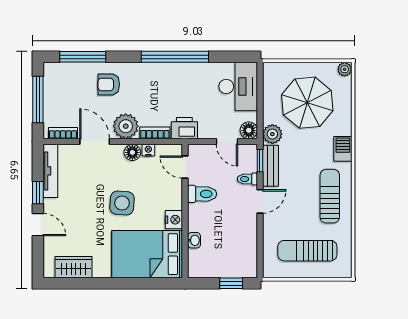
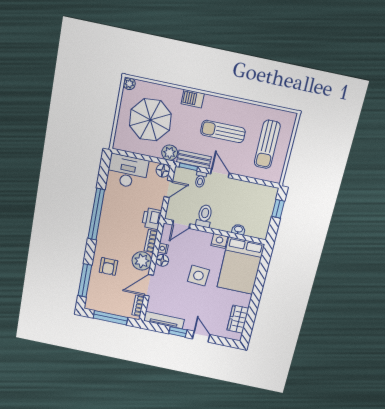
sun lounger: (330, 196) -> (223, 131), moved
door: (38, 225) -> (201, 337), hinge flipped

